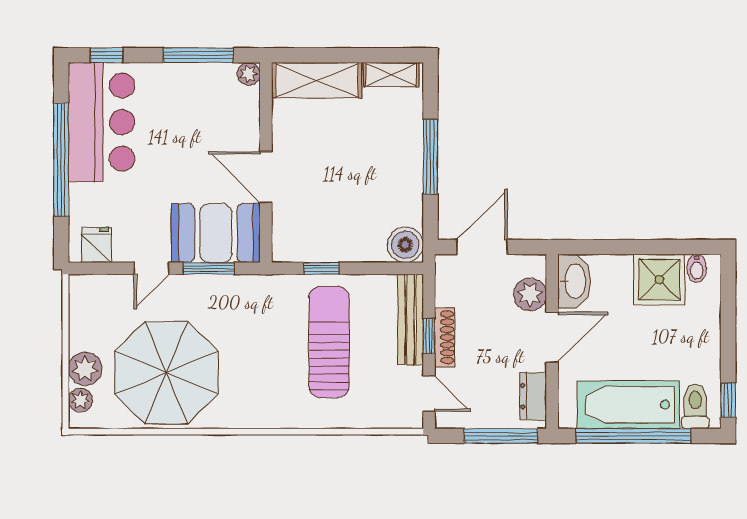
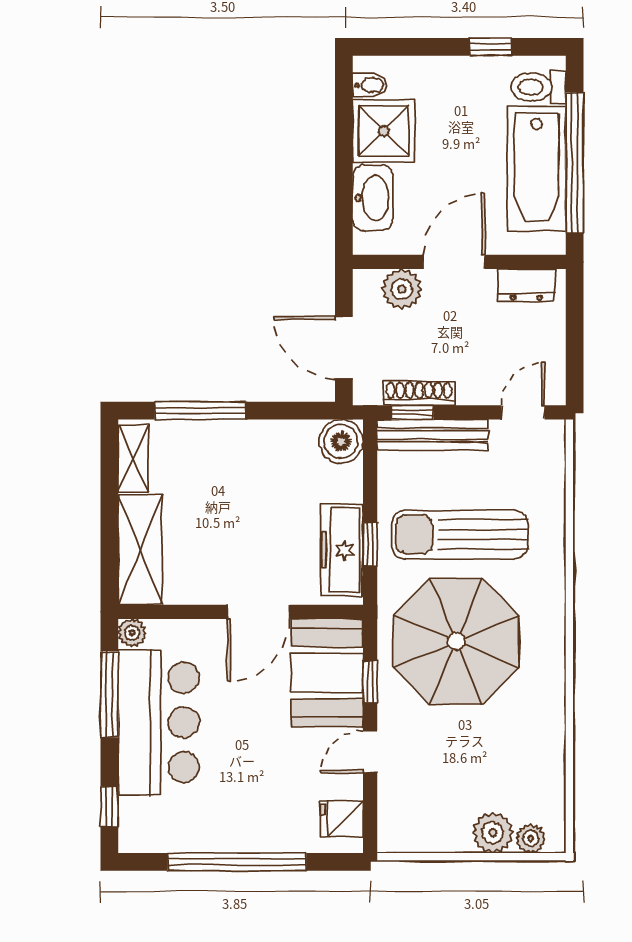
bar counter: (102, 122) -> (159, 722), moved, turned 90
window: (430, 157) -> (200, 411), moved
freezer: (316, 245) -> (342, 550), added
door: (151, 268) -> (370, 752), swing flipped
window: (209, 268) -> (370, 682), width x0.67
washbasin: (574, 281) -> (373, 198), moved, turned 90
window: (429, 336) -> (412, 412), moved
shoe rack: (445, 337) -> (419, 393), moved
door: (552, 337) -> (454, 262), hinge flipped
parasol: (166, 373) -> (456, 641), moved
window: (728, 400) -> (491, 47), moved
window: (501, 436) -> (575, 325), removed

